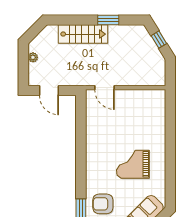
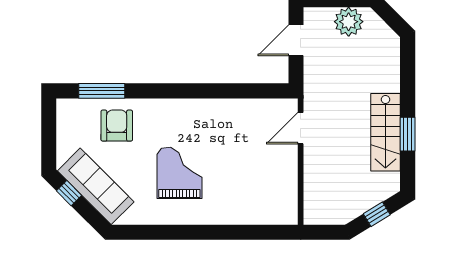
stairs: (83, 34) -> (385, 132), moved
plant: (33, 57) -> (349, 22), width x1.88, depth x1.88

